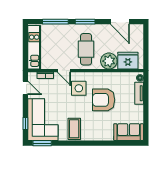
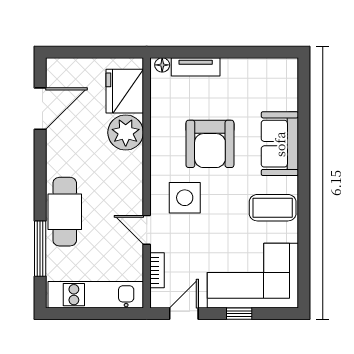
window: (85, 22) -> (40, 184), removed
cafe table: (86, 49) -> (65, 212), moved, turned 90
door: (64, 71) -> (147, 230), swing flipped
window: (25, 124) -> (239, 314), moved
sofa: (129, 132) -> (280, 144), moved
window: (42, 143) -> (304, 277), removed

